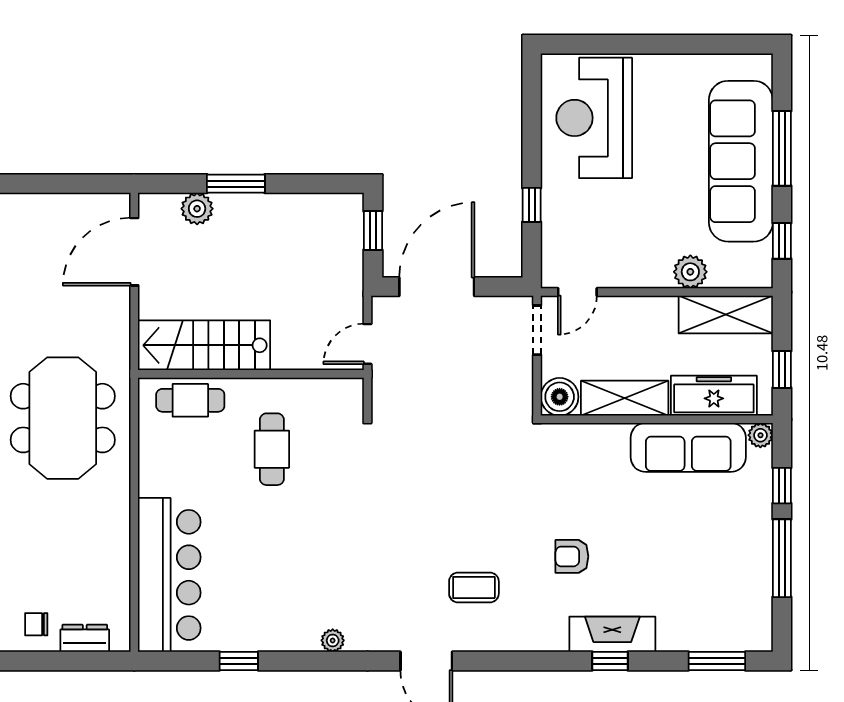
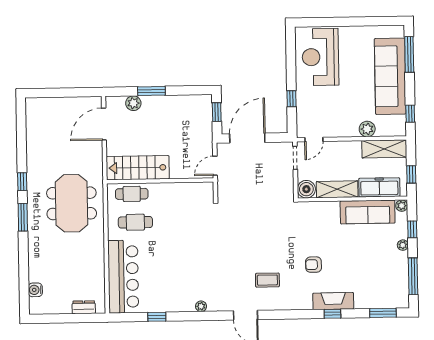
window: (782, 148) -> (409, 54), moved
cafe table: (272, 449) -> (135, 222), moved, turned 90
plant: (761, 519) -> (403, 245), added
window: (782, 558) -> (413, 276), moved
chair: (36, 624) -> (61, 301), removed

